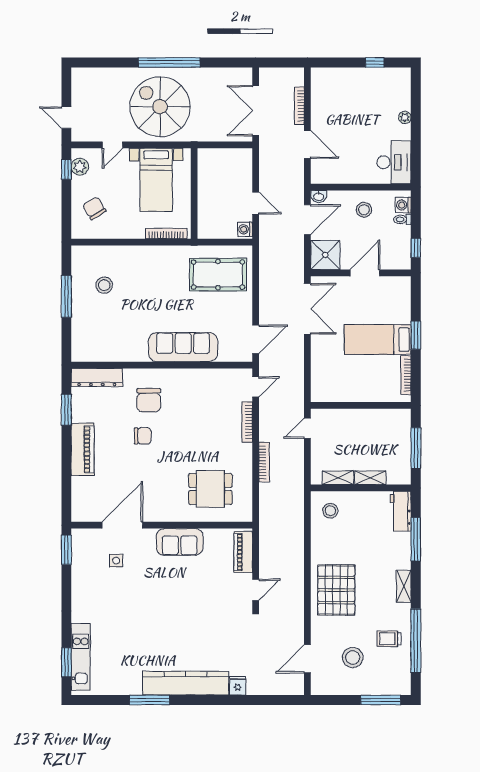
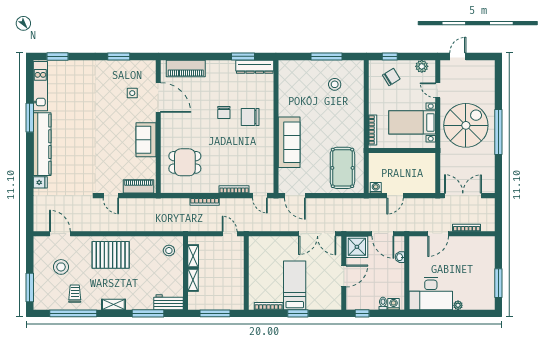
window: (375, 62) -> (498, 283), width x2.17
desk: (394, 162) -> (431, 294), width x1.36, depth x1.30
window: (66, 169) -> (390, 56), moved
washbasin: (319, 196) -> (400, 257), moved
stool: (364, 210) -> (390, 275), removed
door: (365, 273) -> (344, 276), hinge flipped
dresser: (97, 377) -> (255, 67), moved, turned -90
piano: (83, 449) -> (186, 68), moved
dining table: (210, 489) -> (185, 162), turned 90
window: (66, 550) -> (119, 56), moved
kitchen unit: (81, 657) -> (40, 86), moved, turned -90

